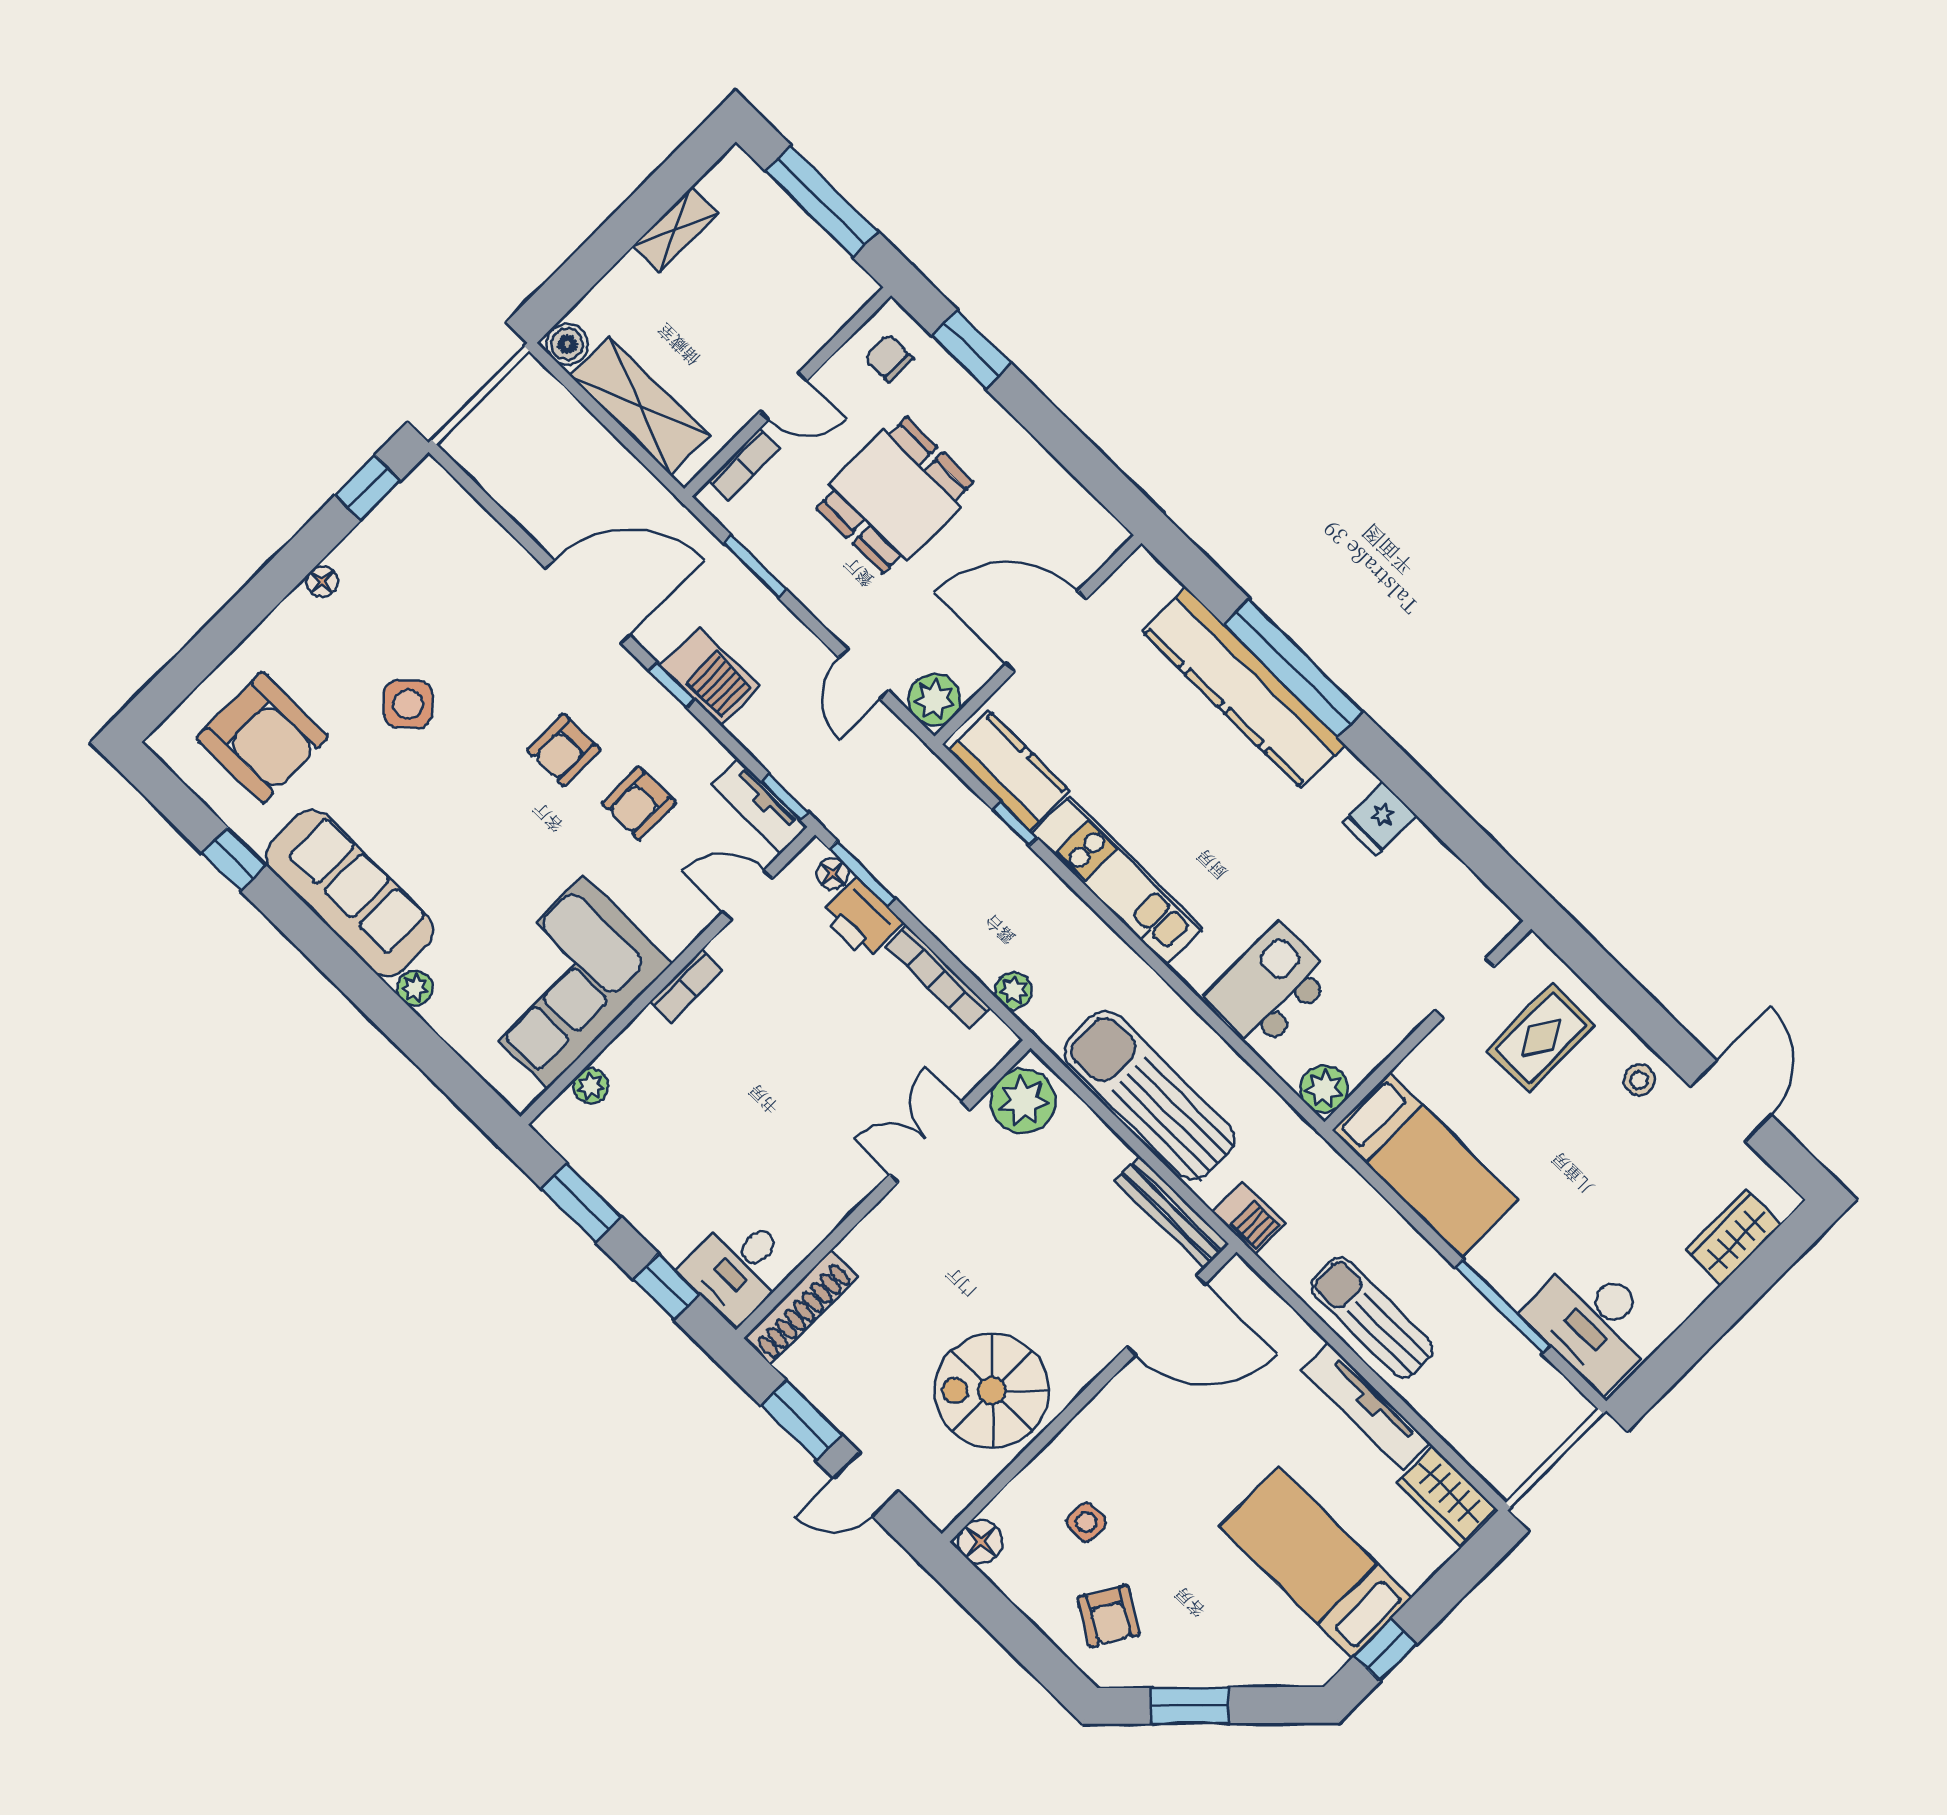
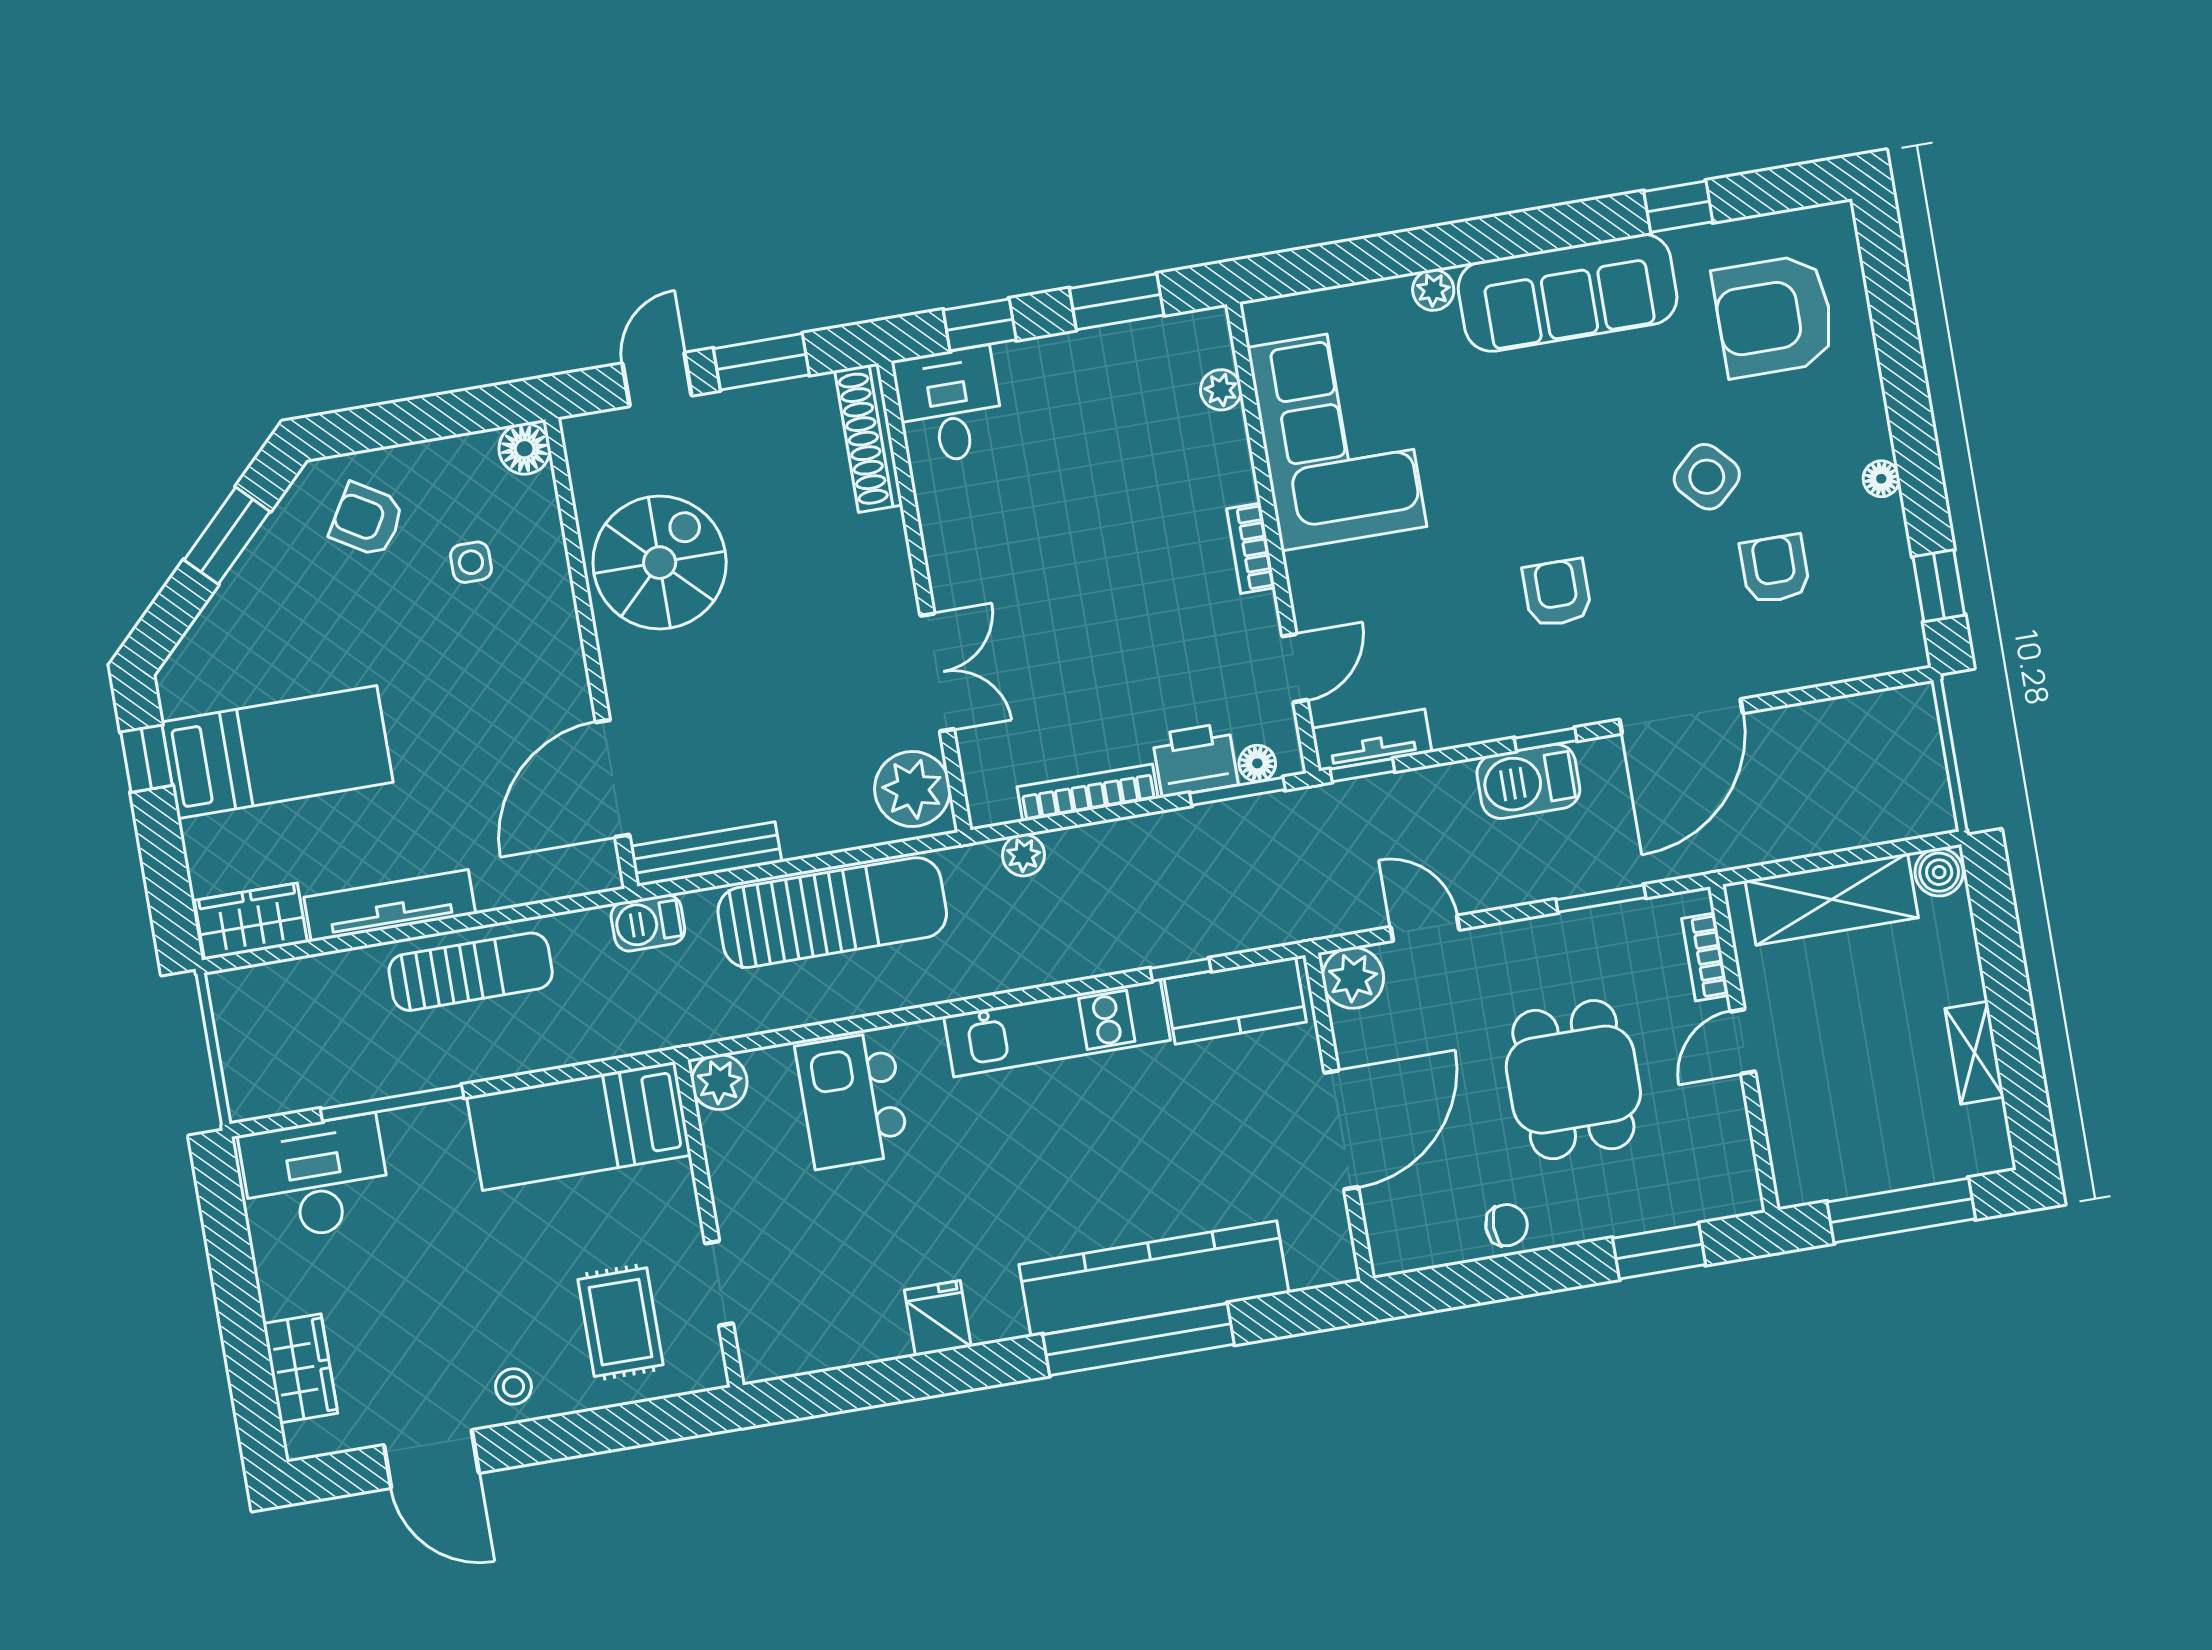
chair: (889, 358) -> (1507, 1225), moved
armchair: (639, 803) -> (1775, 569), moved
kitchen island: (1270, 987) -> (852, 1100), turned 180

